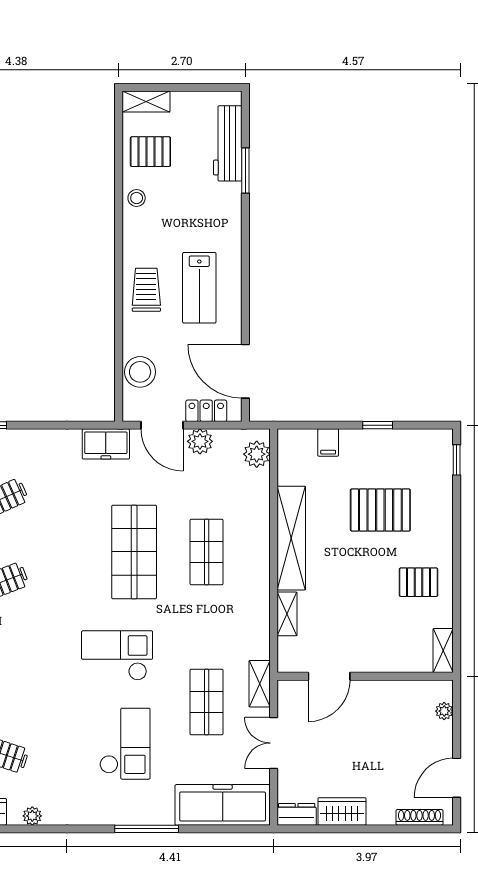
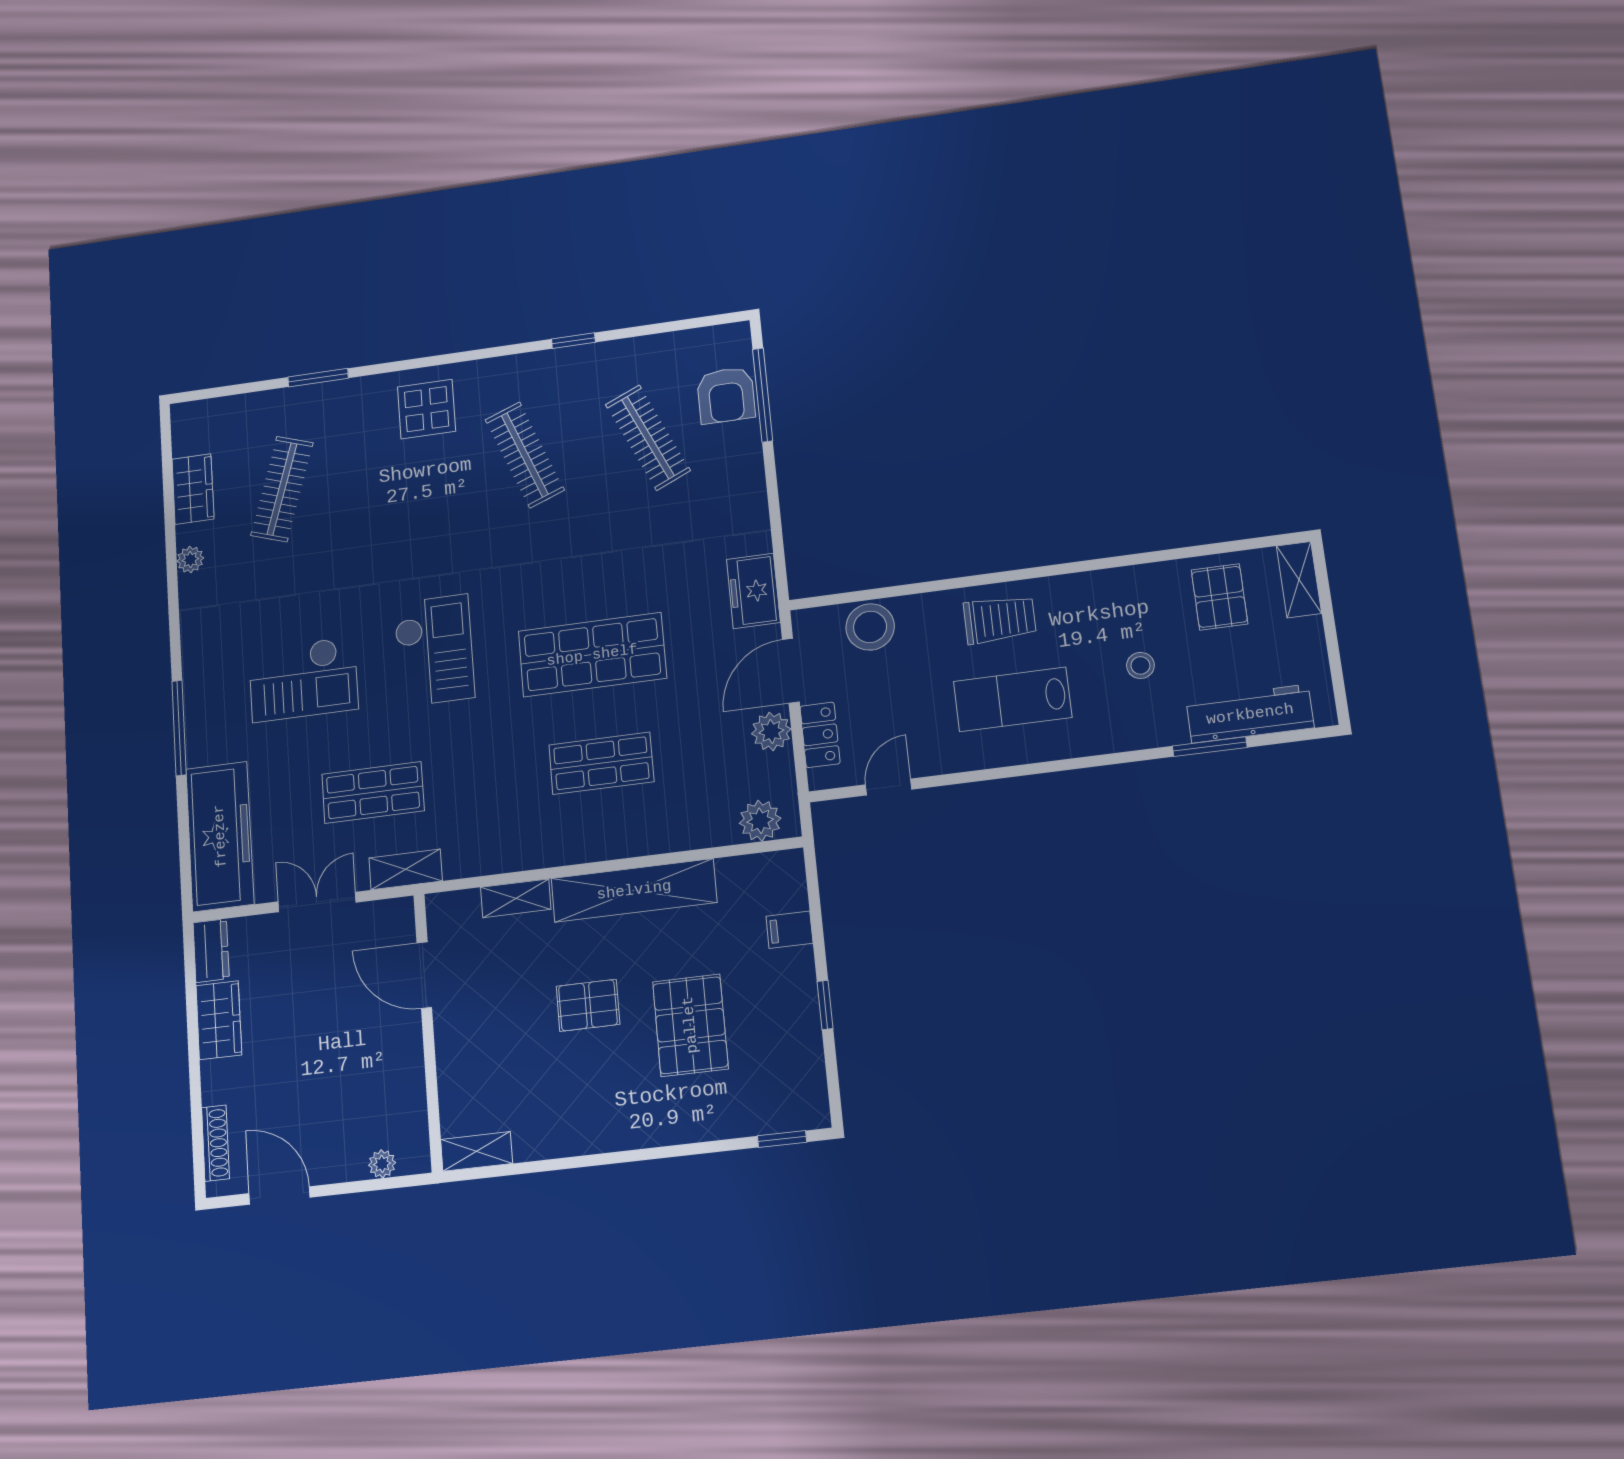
stool: (137, 198) -> (1140, 665), moved
door: (245, 371) -> (889, 787), width x0.53
pallet: (419, 582) -> (588, 1005), moved, turned 90

